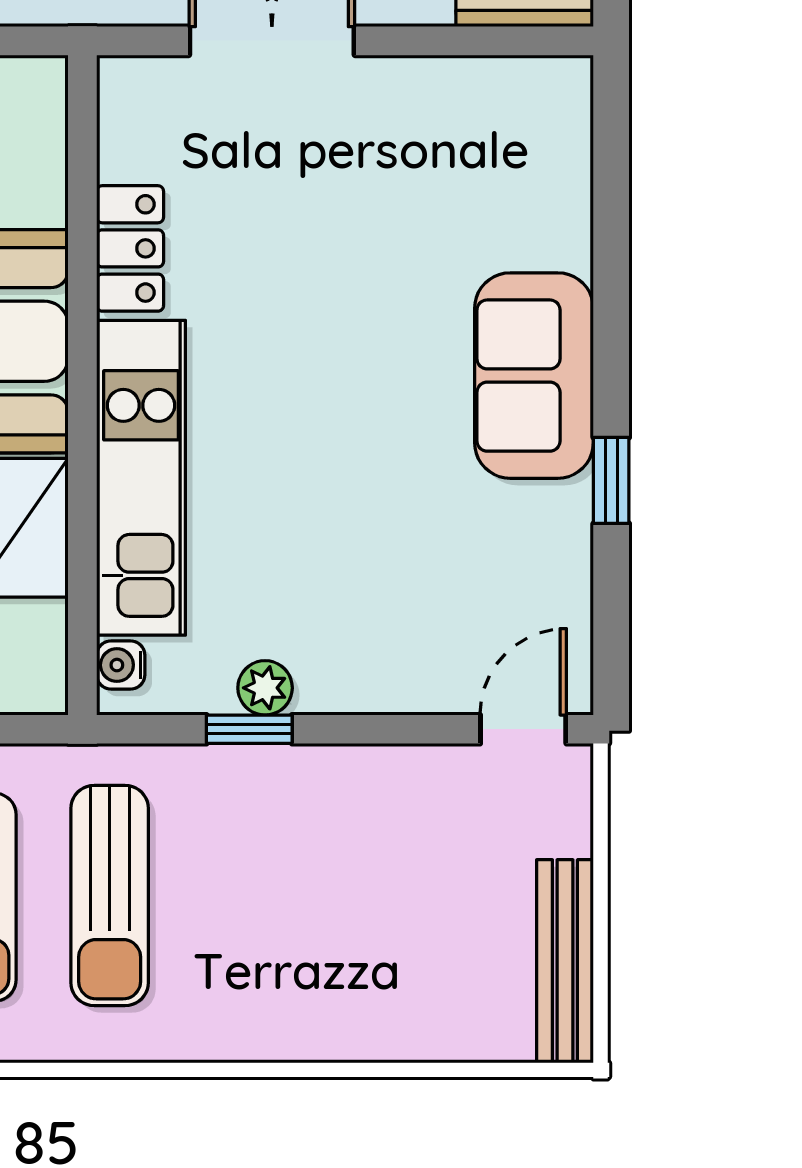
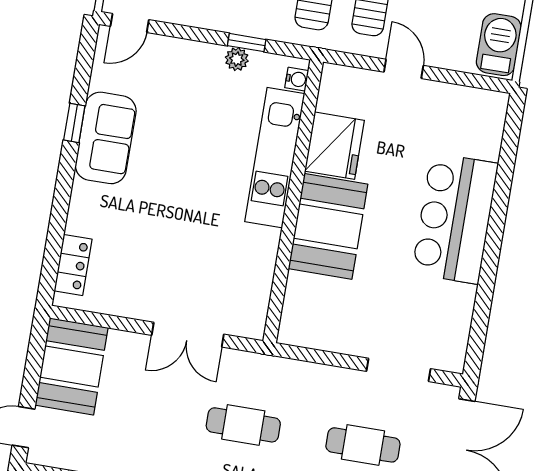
locker: (130, 248) -> (73, 265), moved, turned 180
sofa: (534, 376) -> (106, 138), moved

